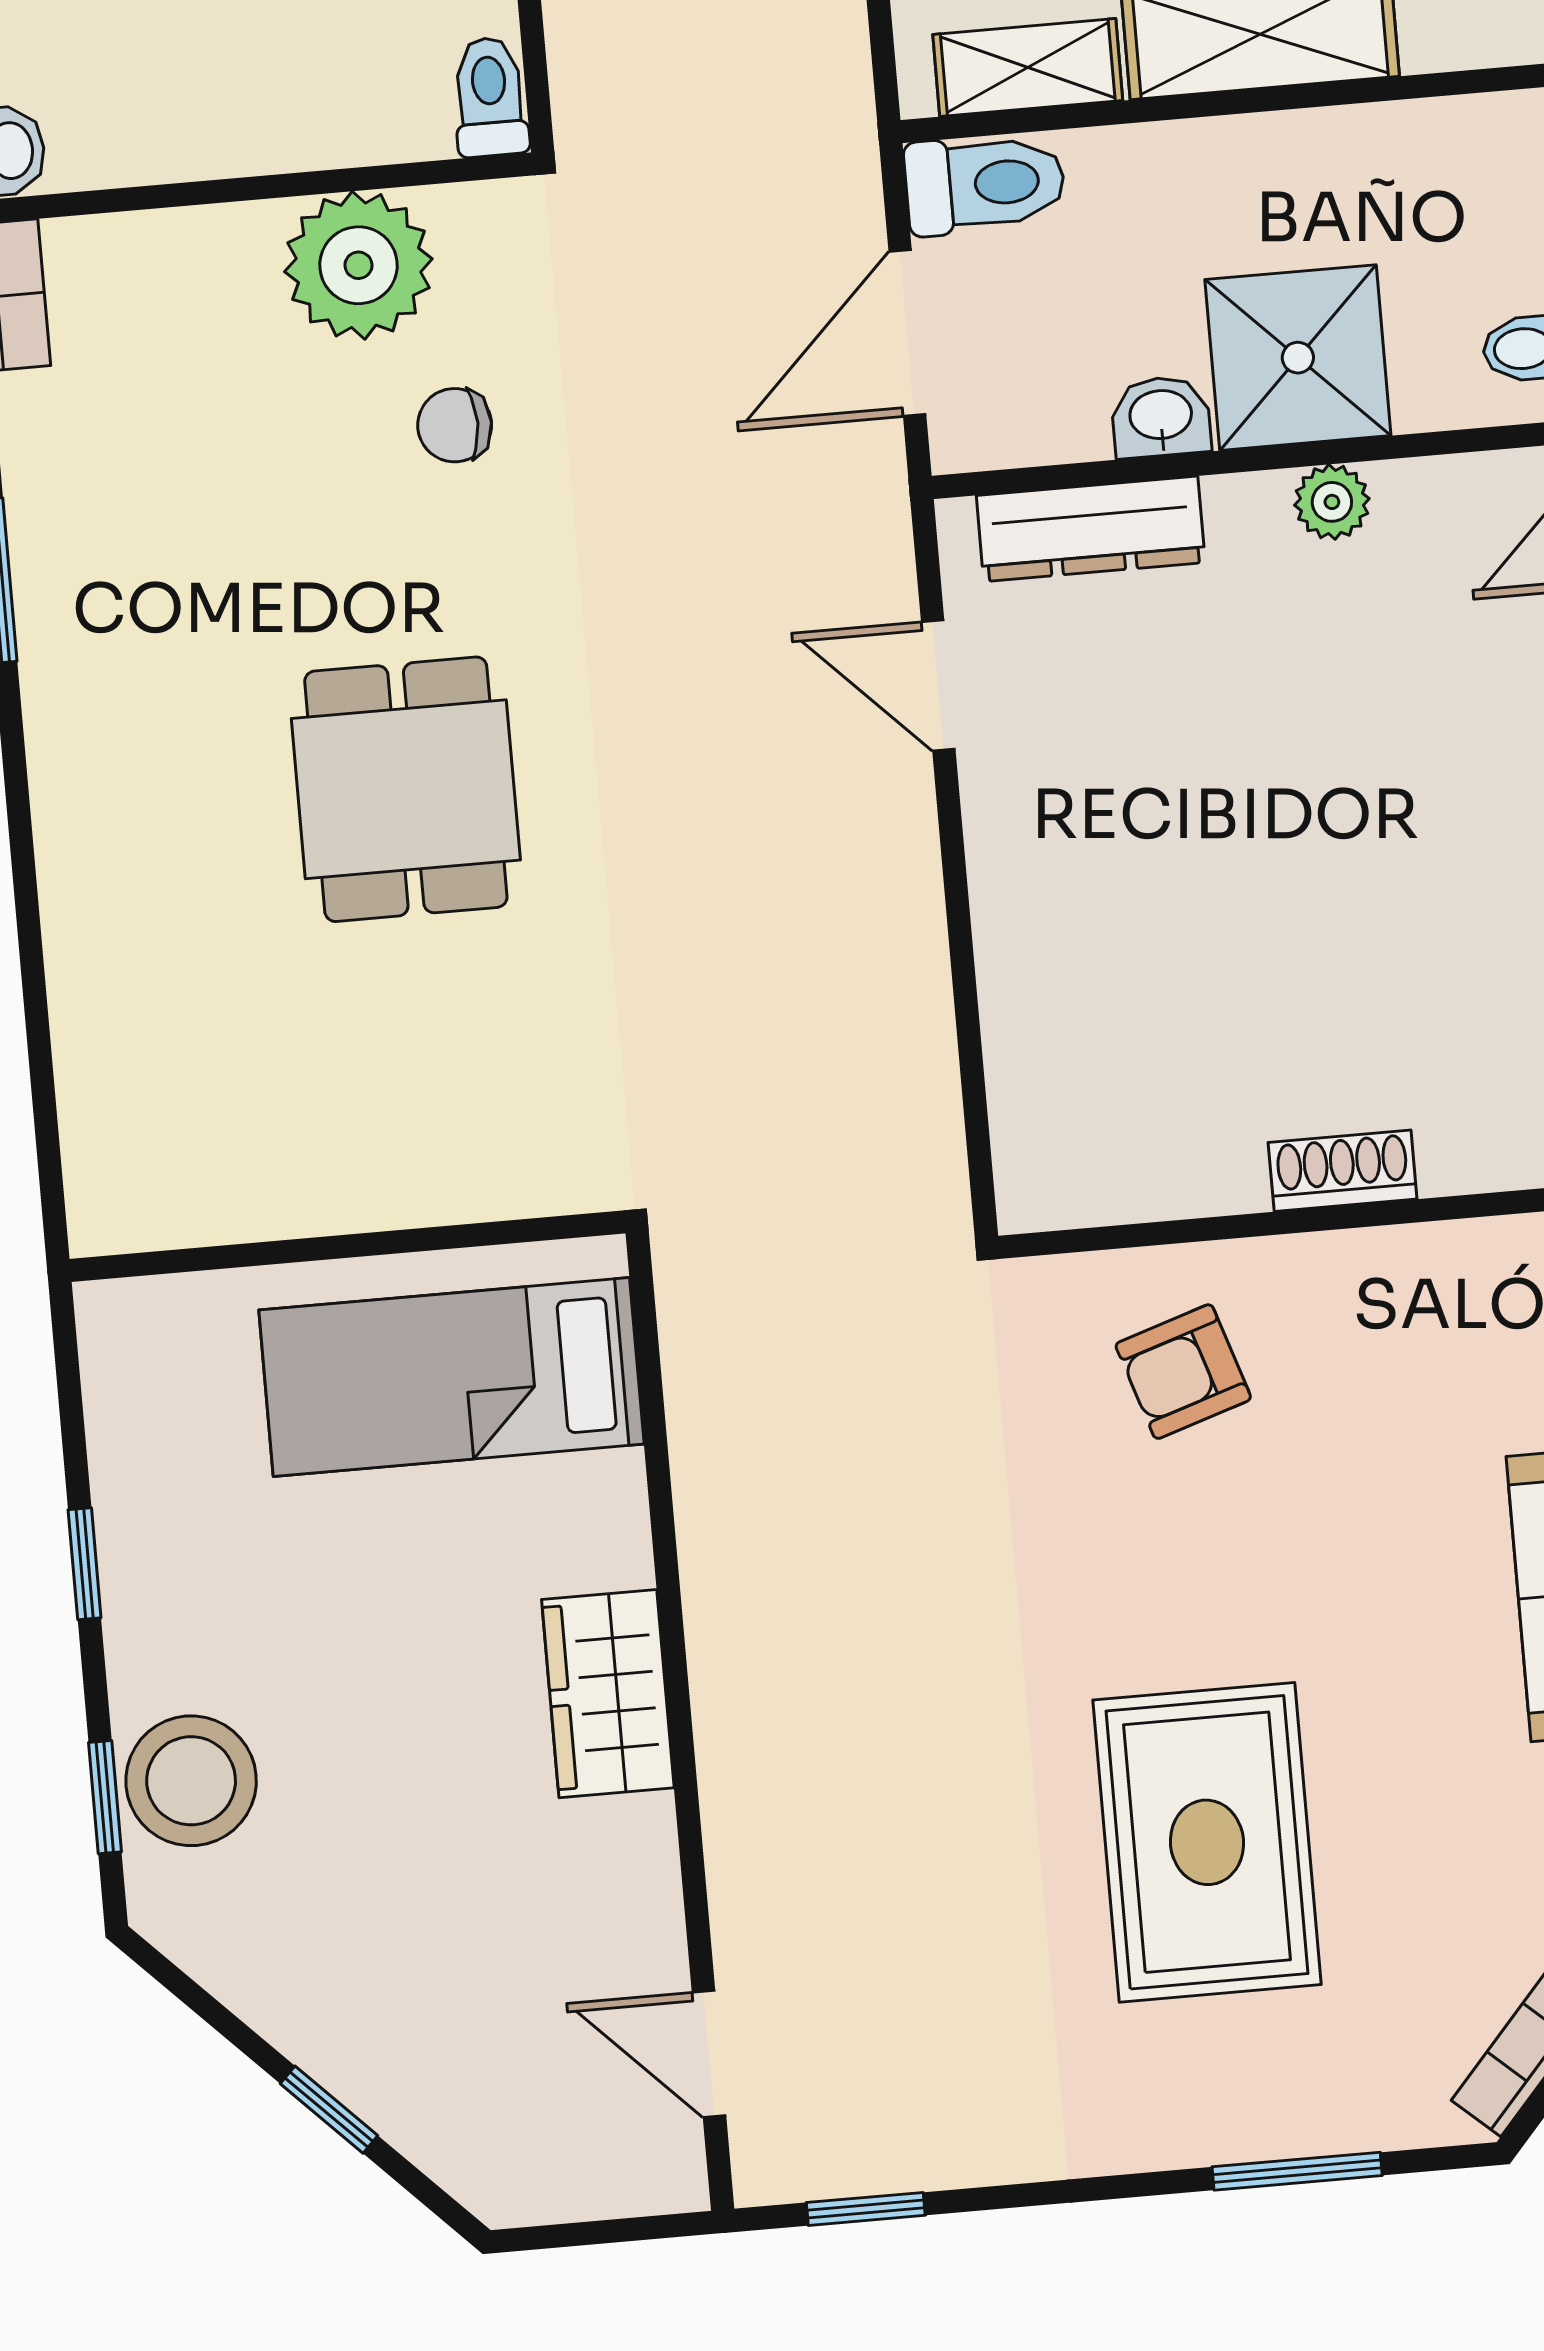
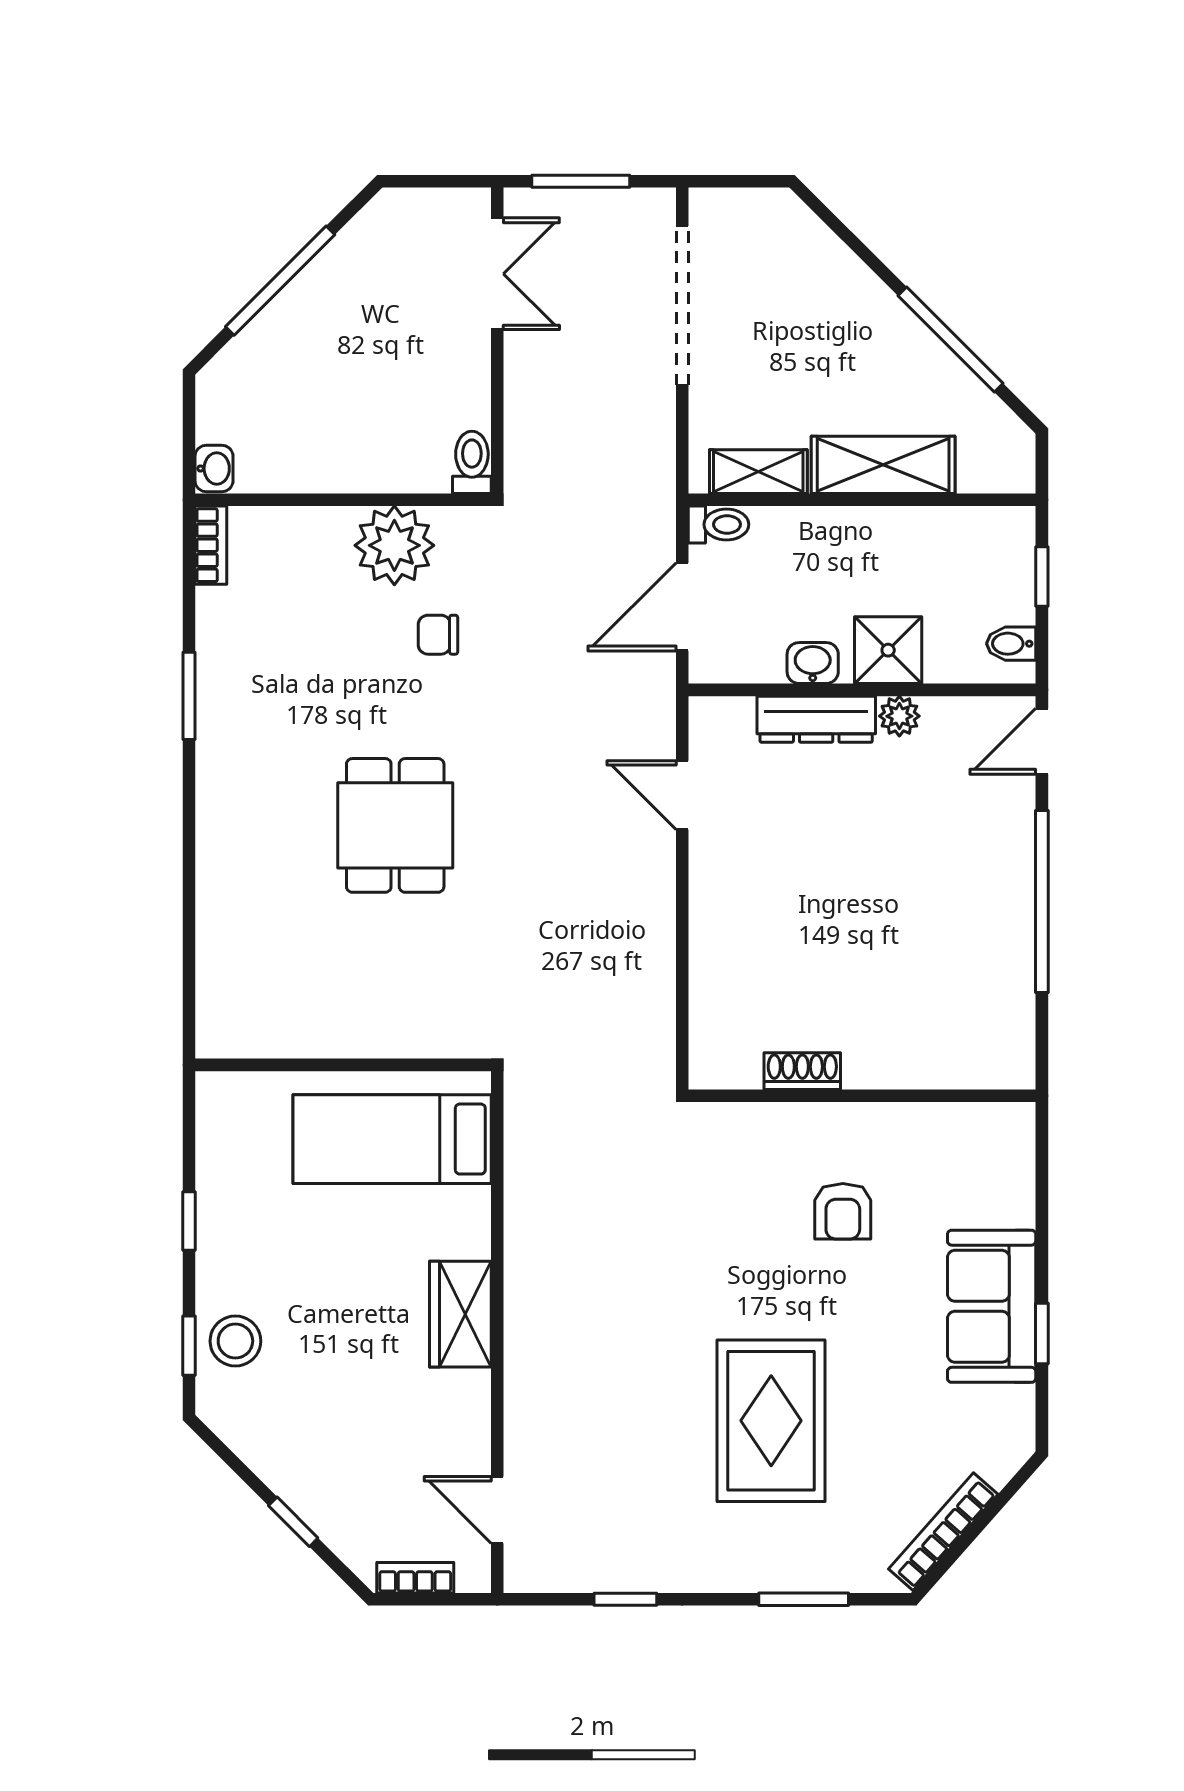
toilet: (985, 184) -> (719, 524), width x0.73, depth x0.72
shower: (1298, 358) -> (888, 650), width x0.73, depth x0.73
dresser: (1091, 529) -> (816, 719), moved
shoe rack: (1343, 1171) -> (802, 1071), moved
armchair: (1183, 1372) -> (843, 1211), moved, turned -72
stool: (191, 1781) -> (235, 1341), width x0.73, depth x0.73
bookcase: (567, 2195) -> (415, 1578), added
window: (866, 2209) -> (625, 1599), moved

